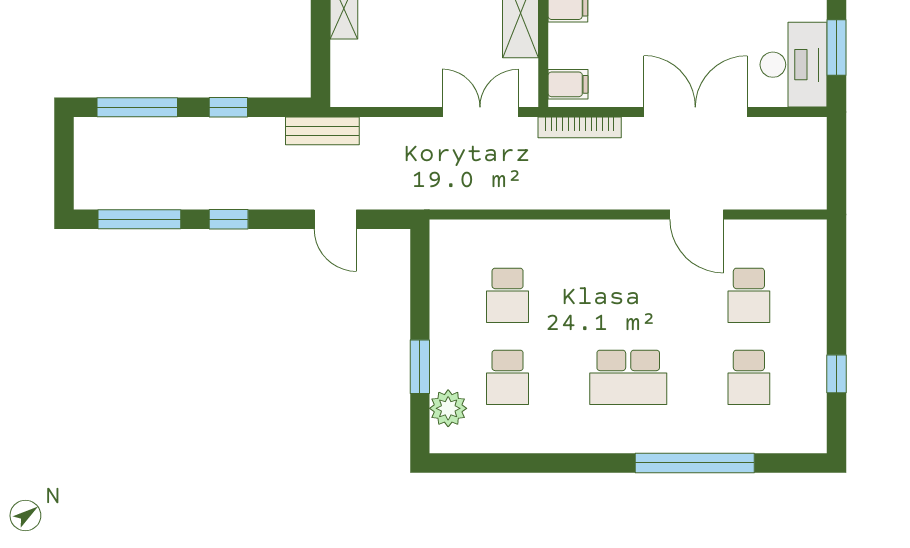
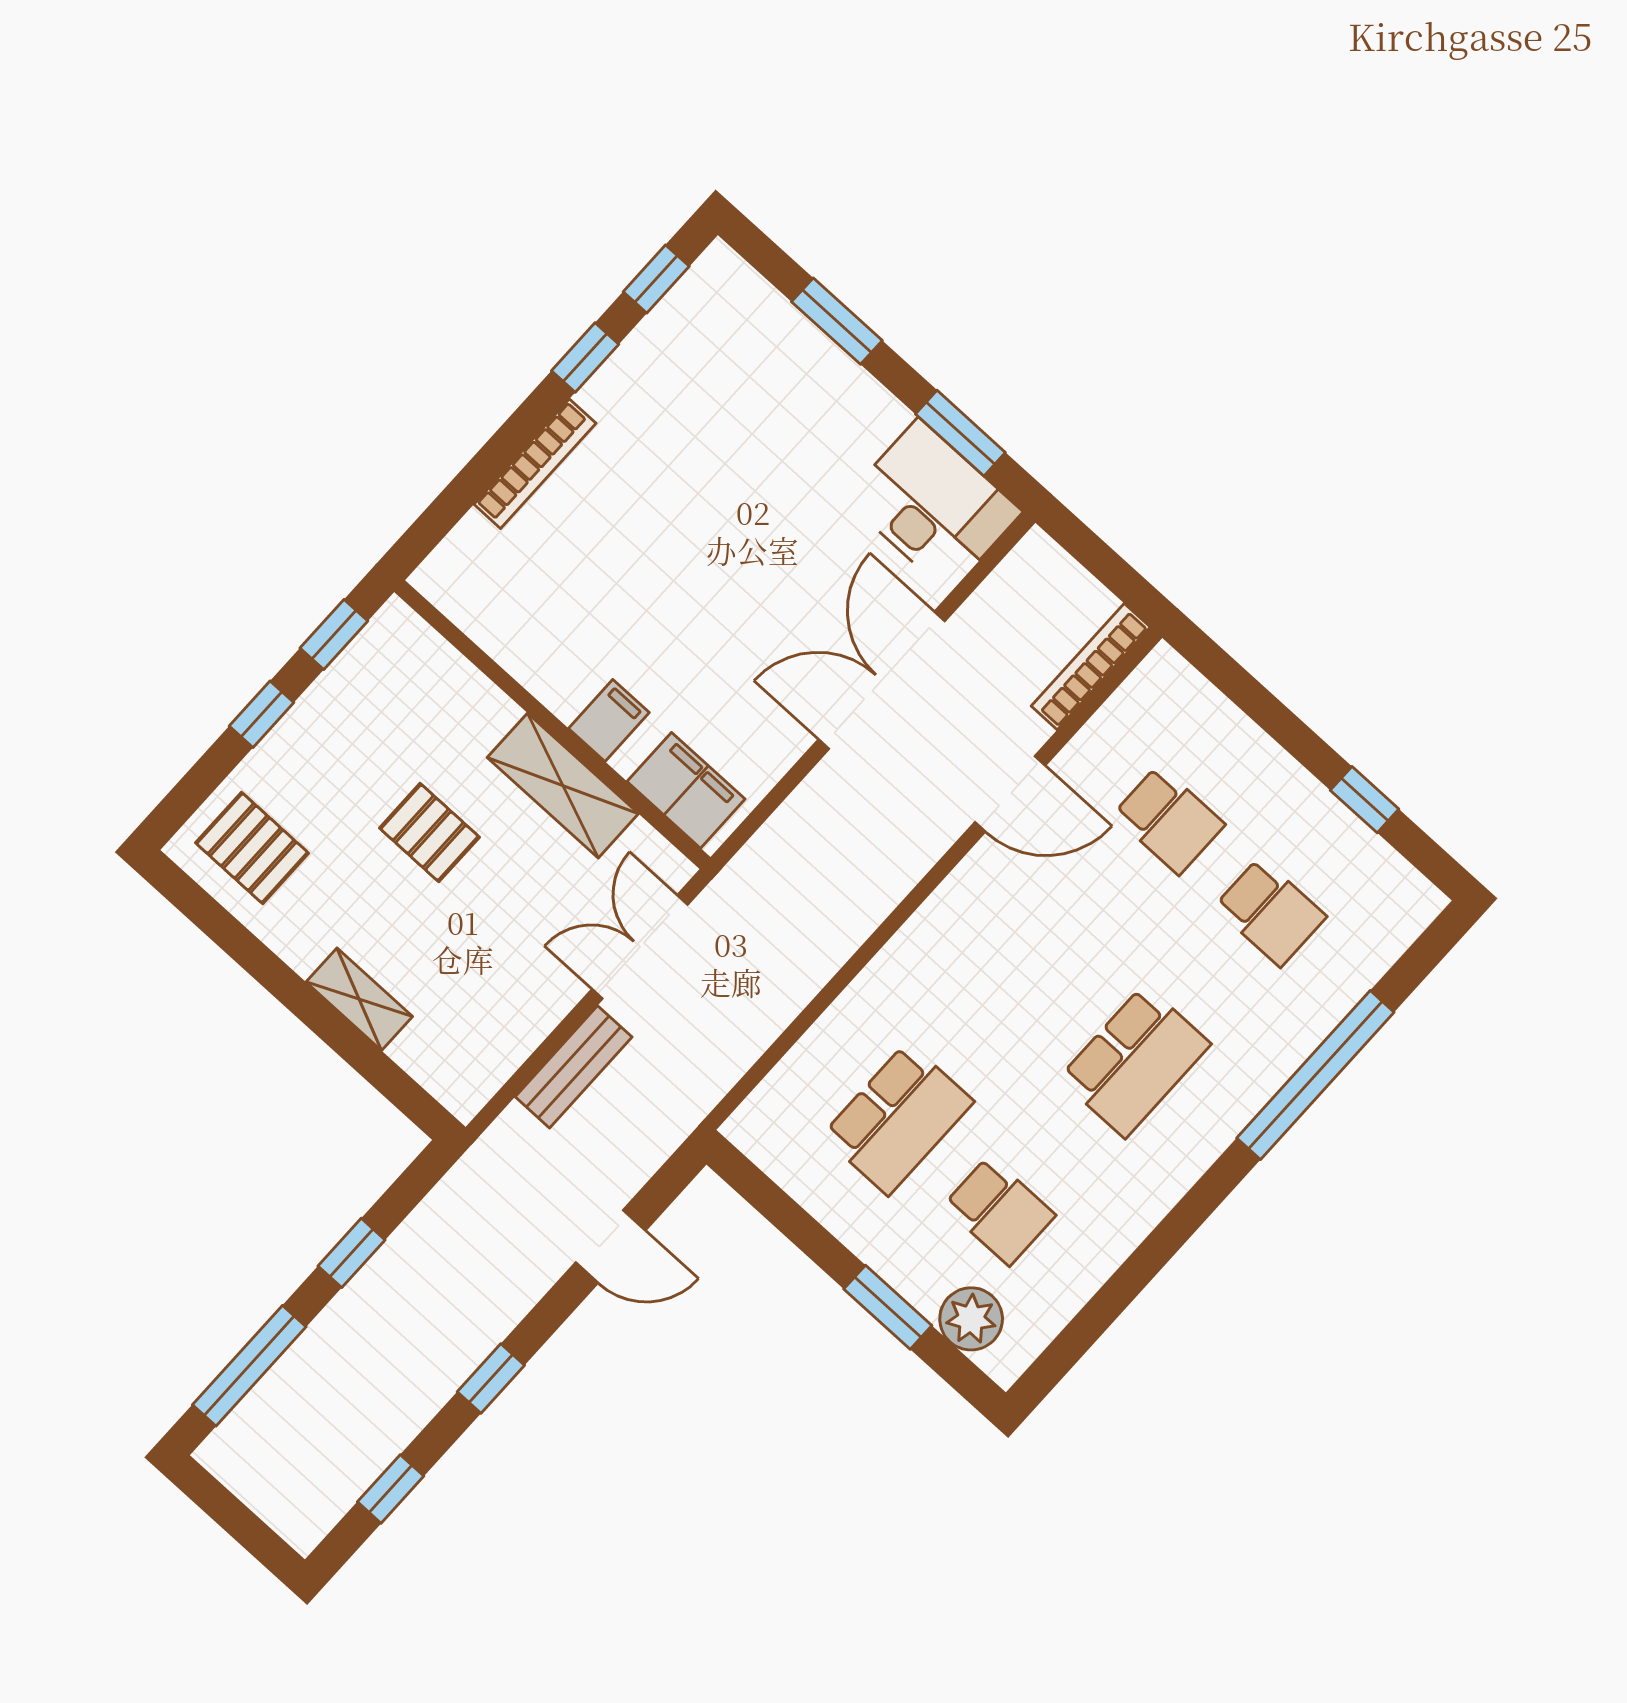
filing cabinet: (568, 84) -> (686, 790), width x2.00
bookcase: (580, 127) -> (1091, 667), moved, turned 180
bench: (322, 131) -> (574, 1067), moved
window: (139, 219) -> (391, 1489), width x0.46
school desk: (508, 295) -> (898, 1119), width x1.85

